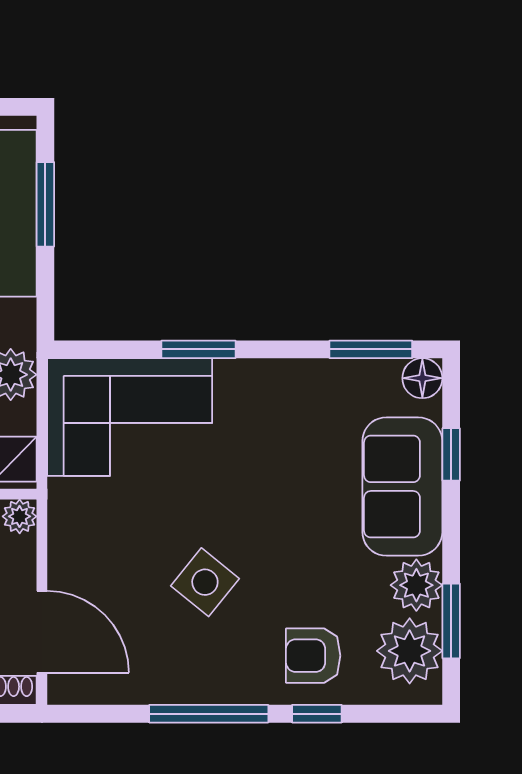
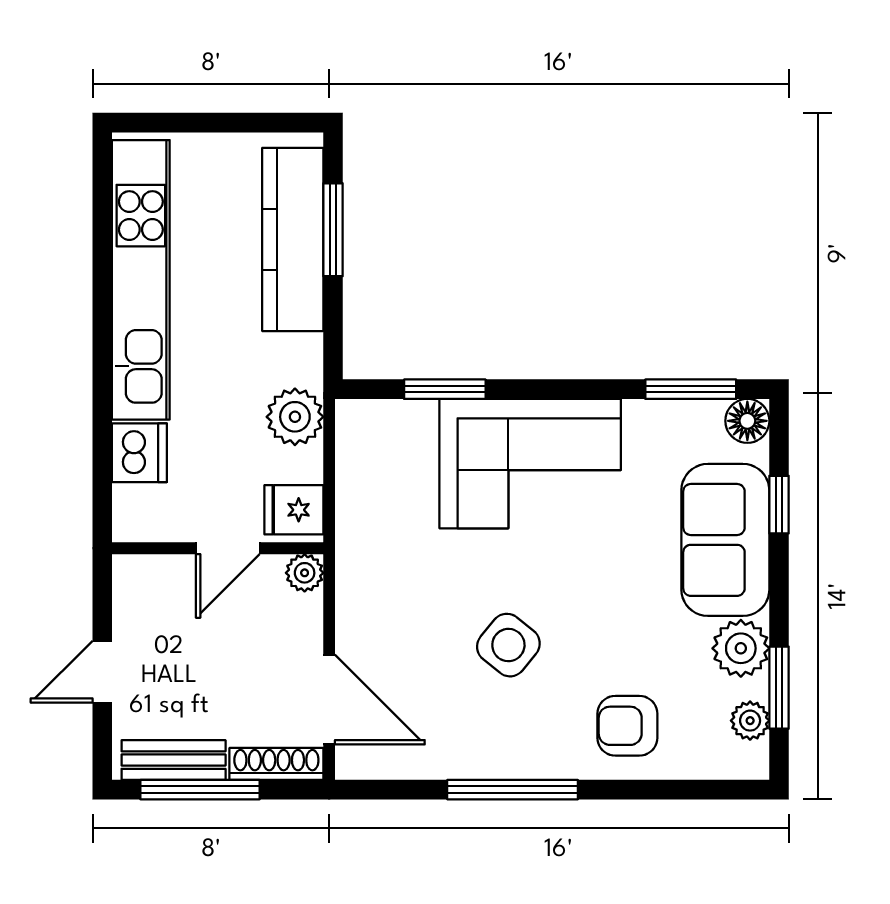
window: (199, 349) -> (445, 389), moved
corner sofa: (130, 417) -> (530, 464), moved
plant: (410, 651) -> (750, 721), width x0.53, depth x0.53
window: (317, 714) -> (631, 790), removed

